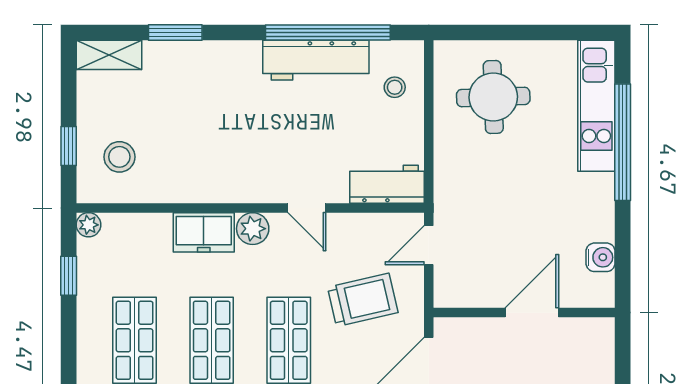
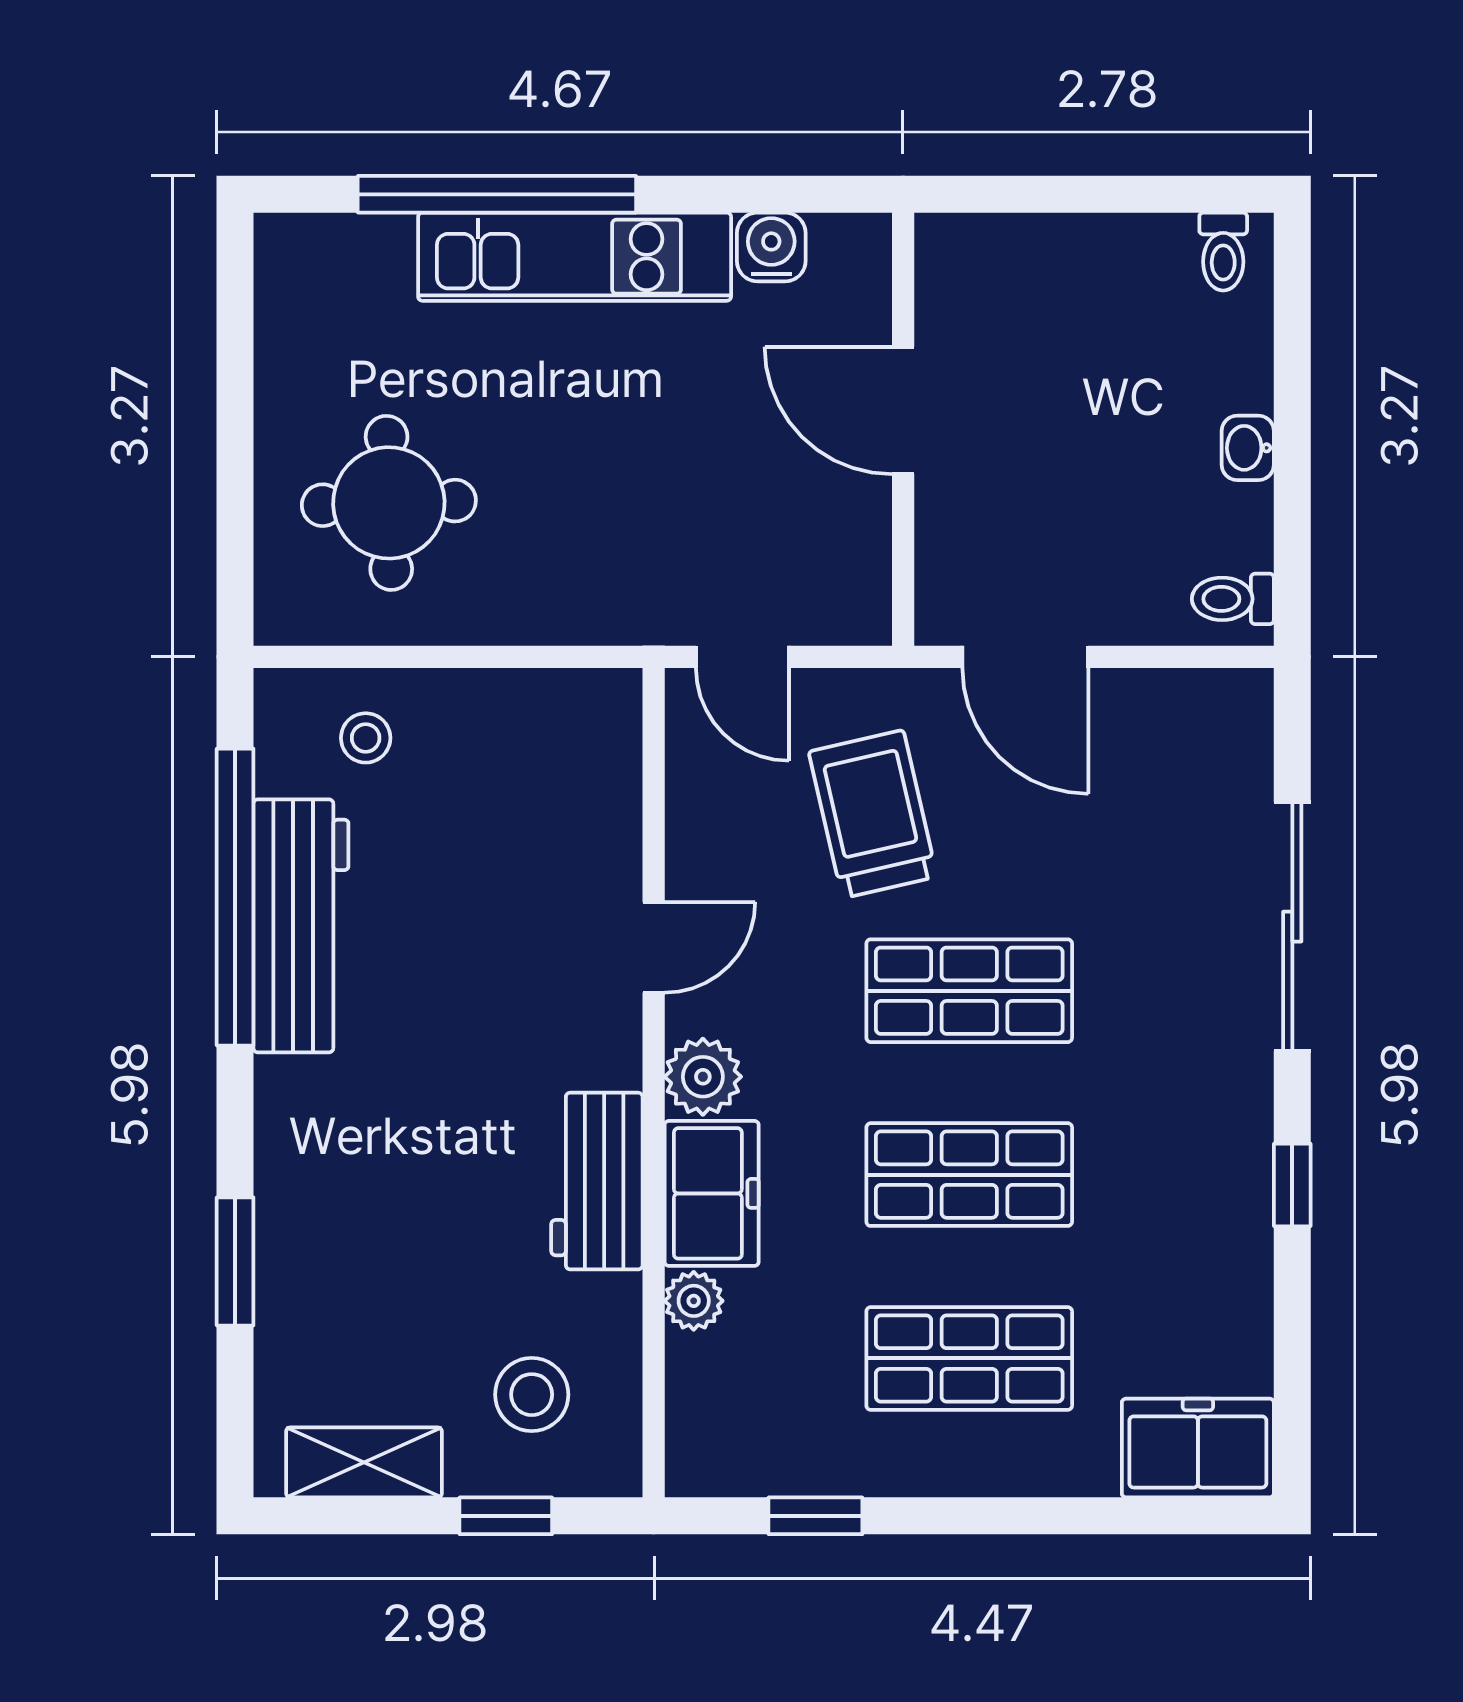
shelving: (109, 55) -> (364, 1462), moved, turned 90
kitchen unit: (596, 106) -> (575, 257), moved
workbench: (387, 184) -> (597, 1181), moved
plant: (88, 225) -> (694, 1301), moved

